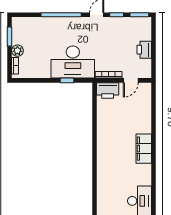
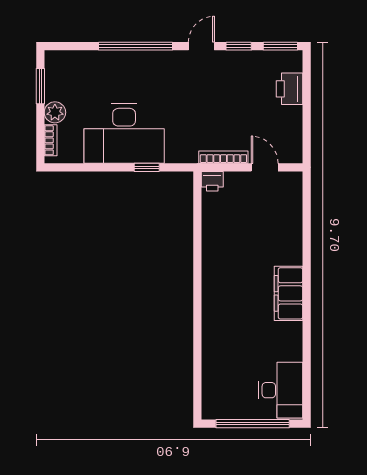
printer: (144, 50) -> (289, 89), moved
desk: (73, 62) -> (124, 133), moved
door: (131, 80) -> (265, 167), swing flipped
printer: (108, 90) -> (212, 181), width x0.53, depth x0.68

